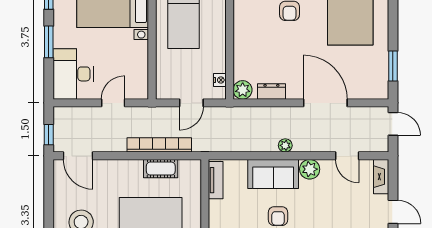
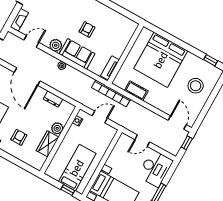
wardrobe: (244, 24) -> (48, 144), added
plant: (243, 90) -> (57, 128), moved
bookcase: (159, 145) -> (111, 93), moved
door: (347, 156) -> (31, 41), hinge flipped

